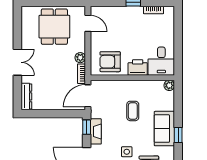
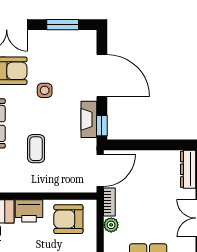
armchair: (110, 62) -> (68, 219), turned 180

